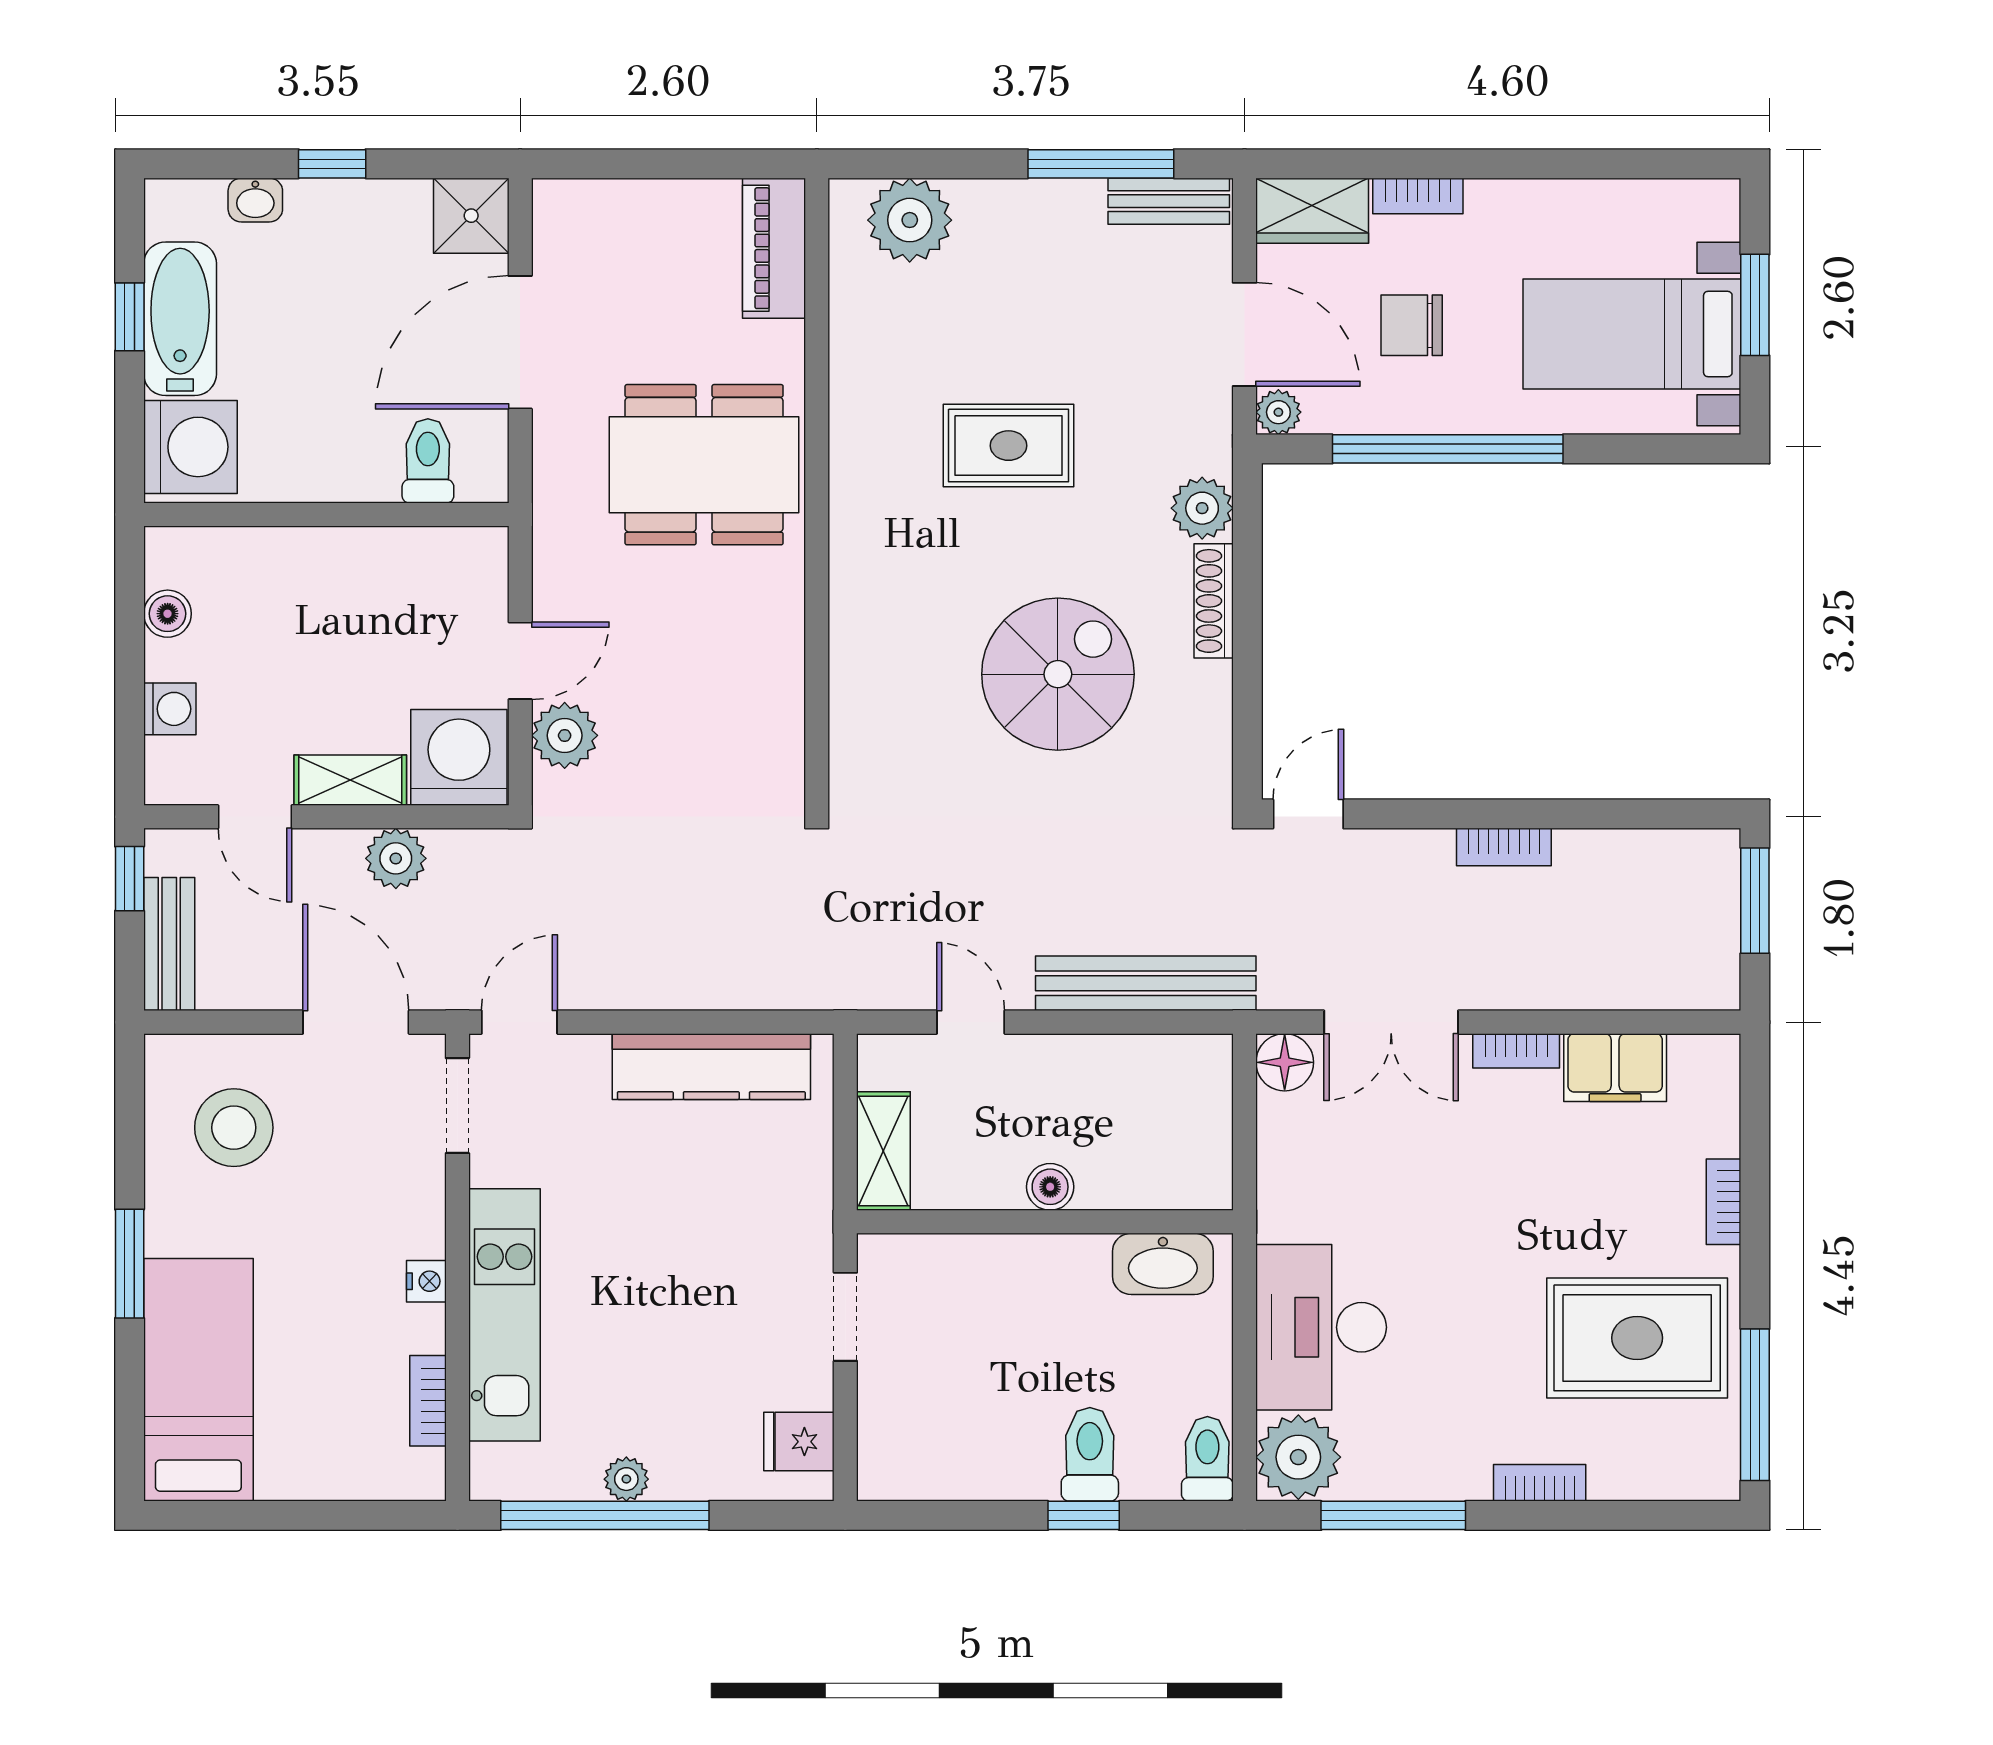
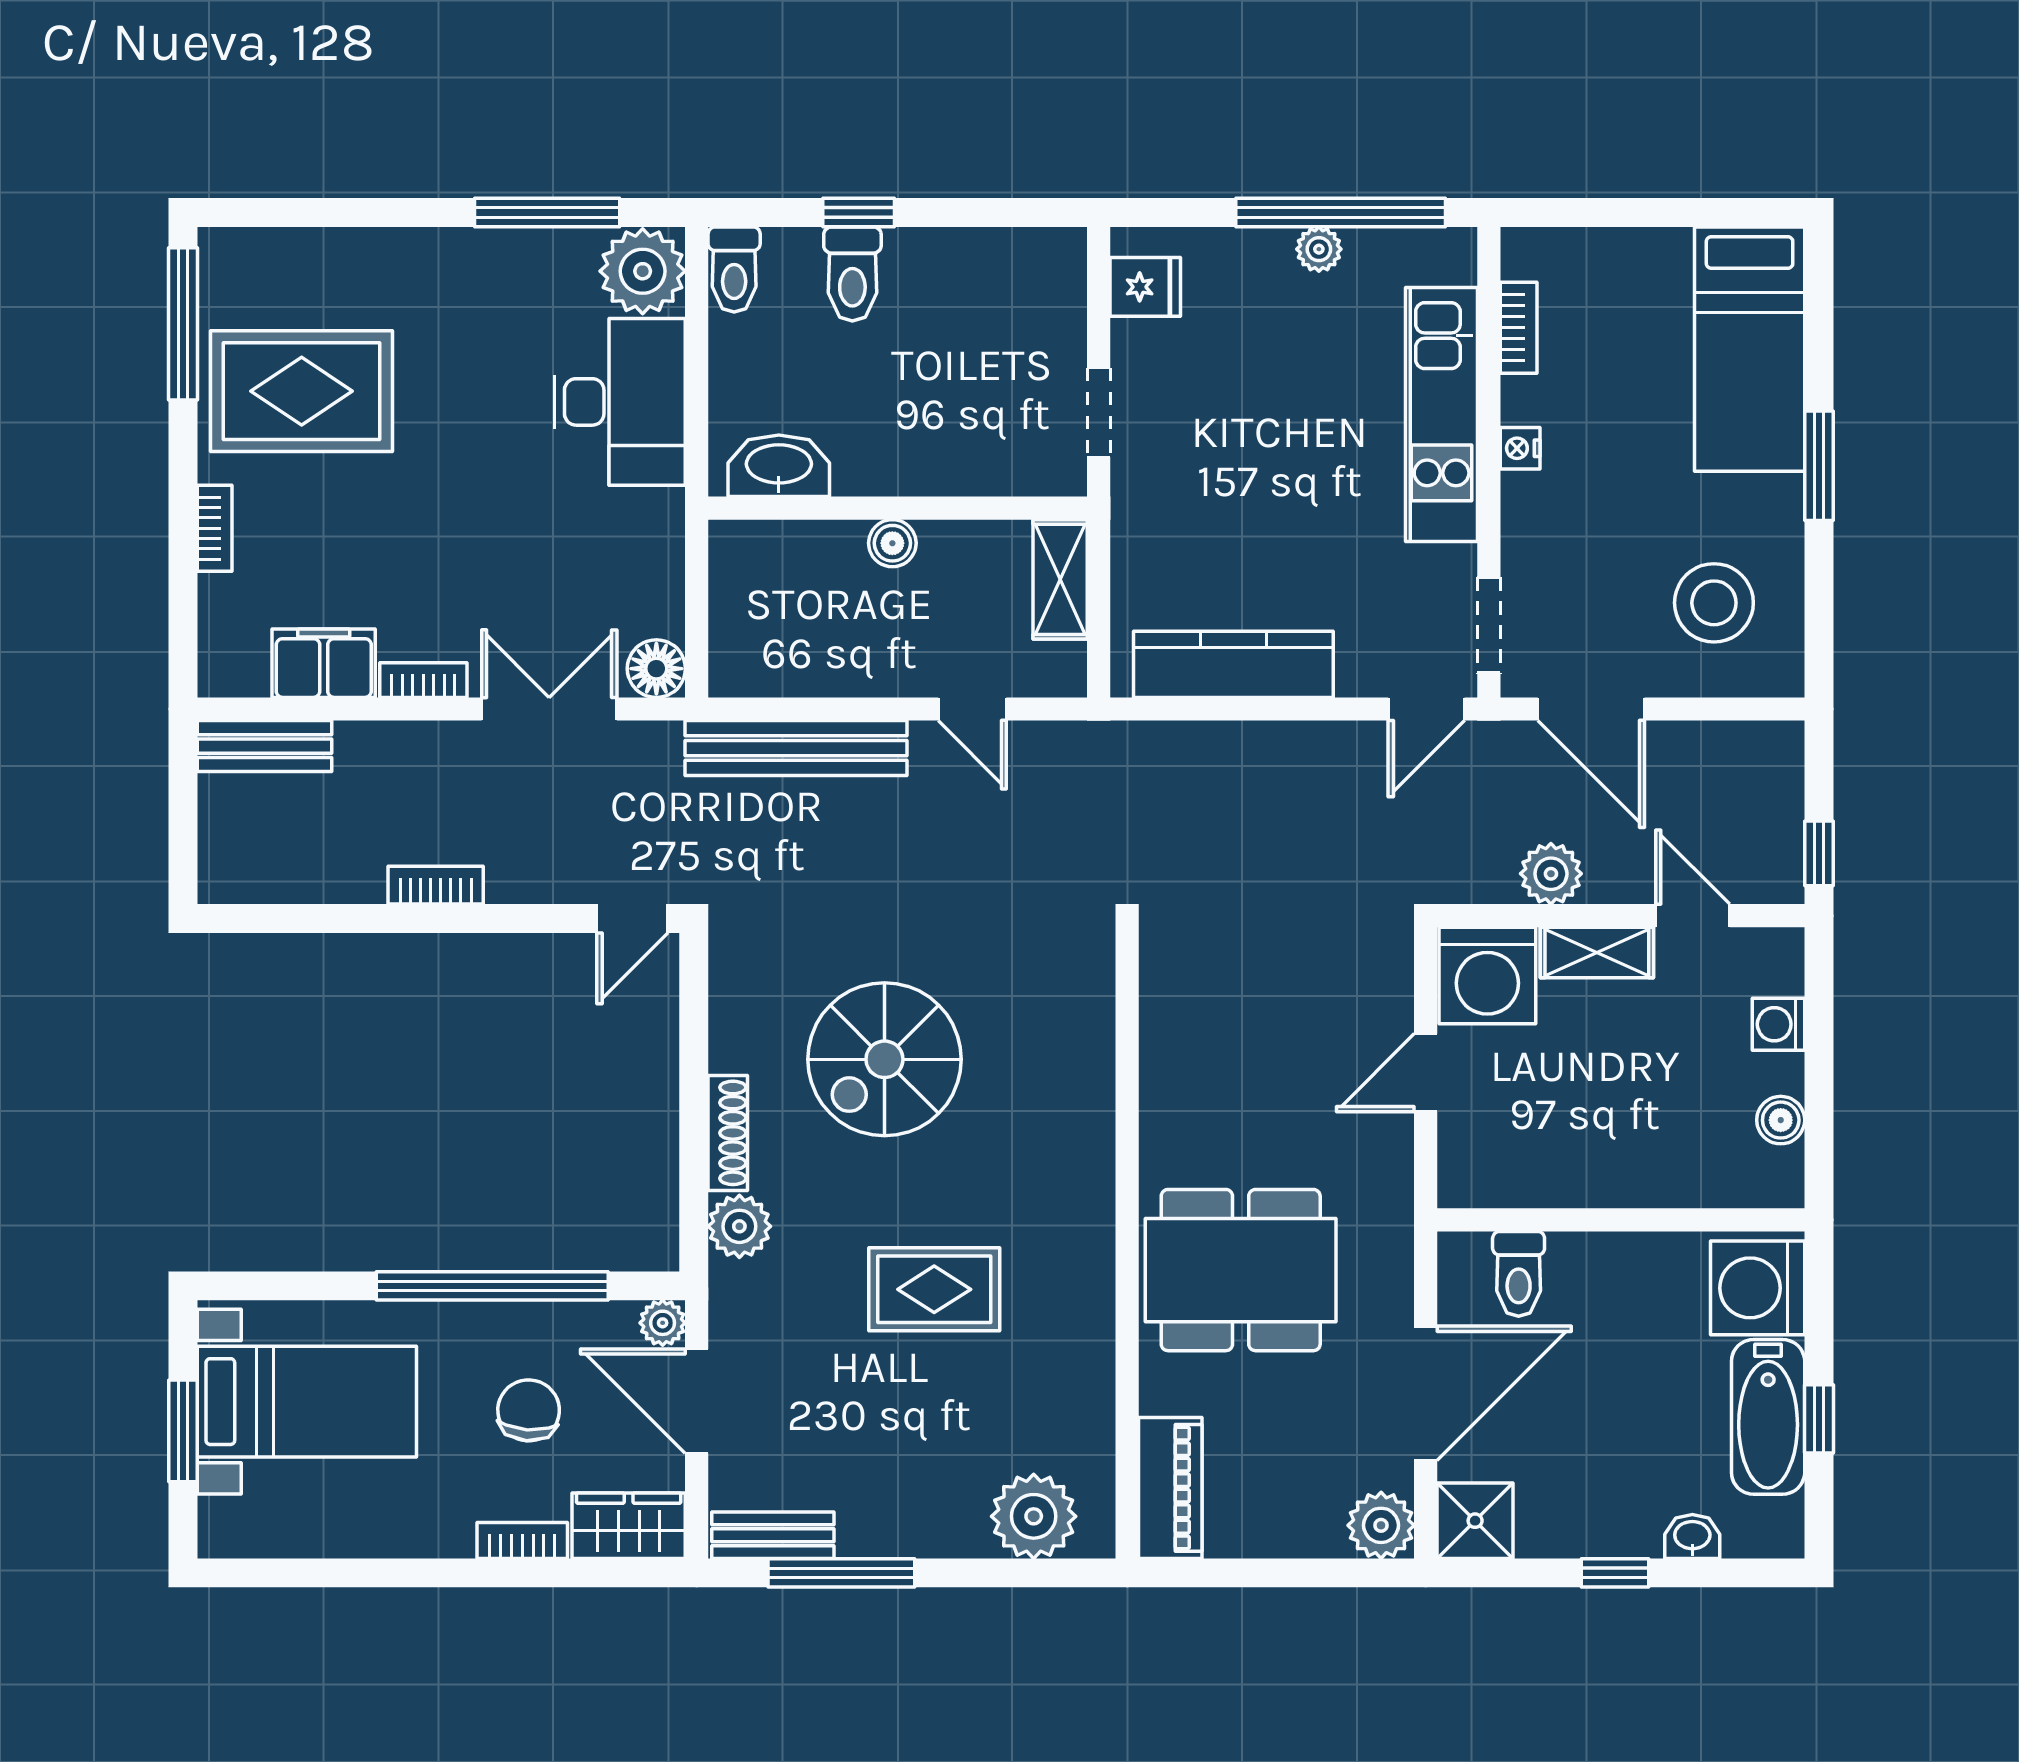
chair: (1412, 325) -> (529, 1410), turned -86
plant: (565, 735) -> (1381, 1525), moved
window: (1755, 901) -> (183, 831), removed
bench: (169, 944) -> (264, 746), moved, turned 90
bookcase: (1540, 1483) -> (400, 245), removed

